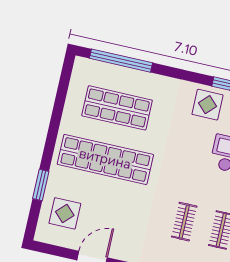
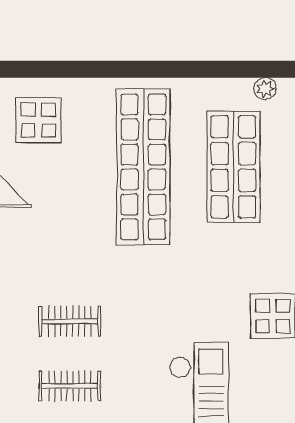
plant: (76, 80) -> (265, 89), added
window: (41, 185) -> (77, 69), removed

